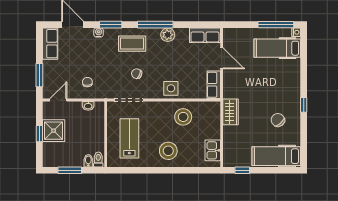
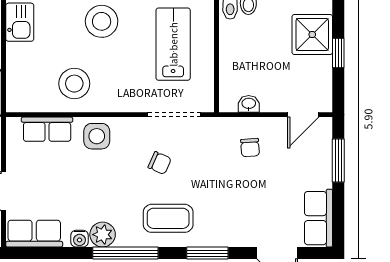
water cooler: (99, 32) -> (80, 239), moved
row of seats: (214, 85) -> (47, 129), moved, turned 90
shower: (54, 131) -> (312, 34), moved
lab bench: (129, 138) -> (173, 44), turned 180

